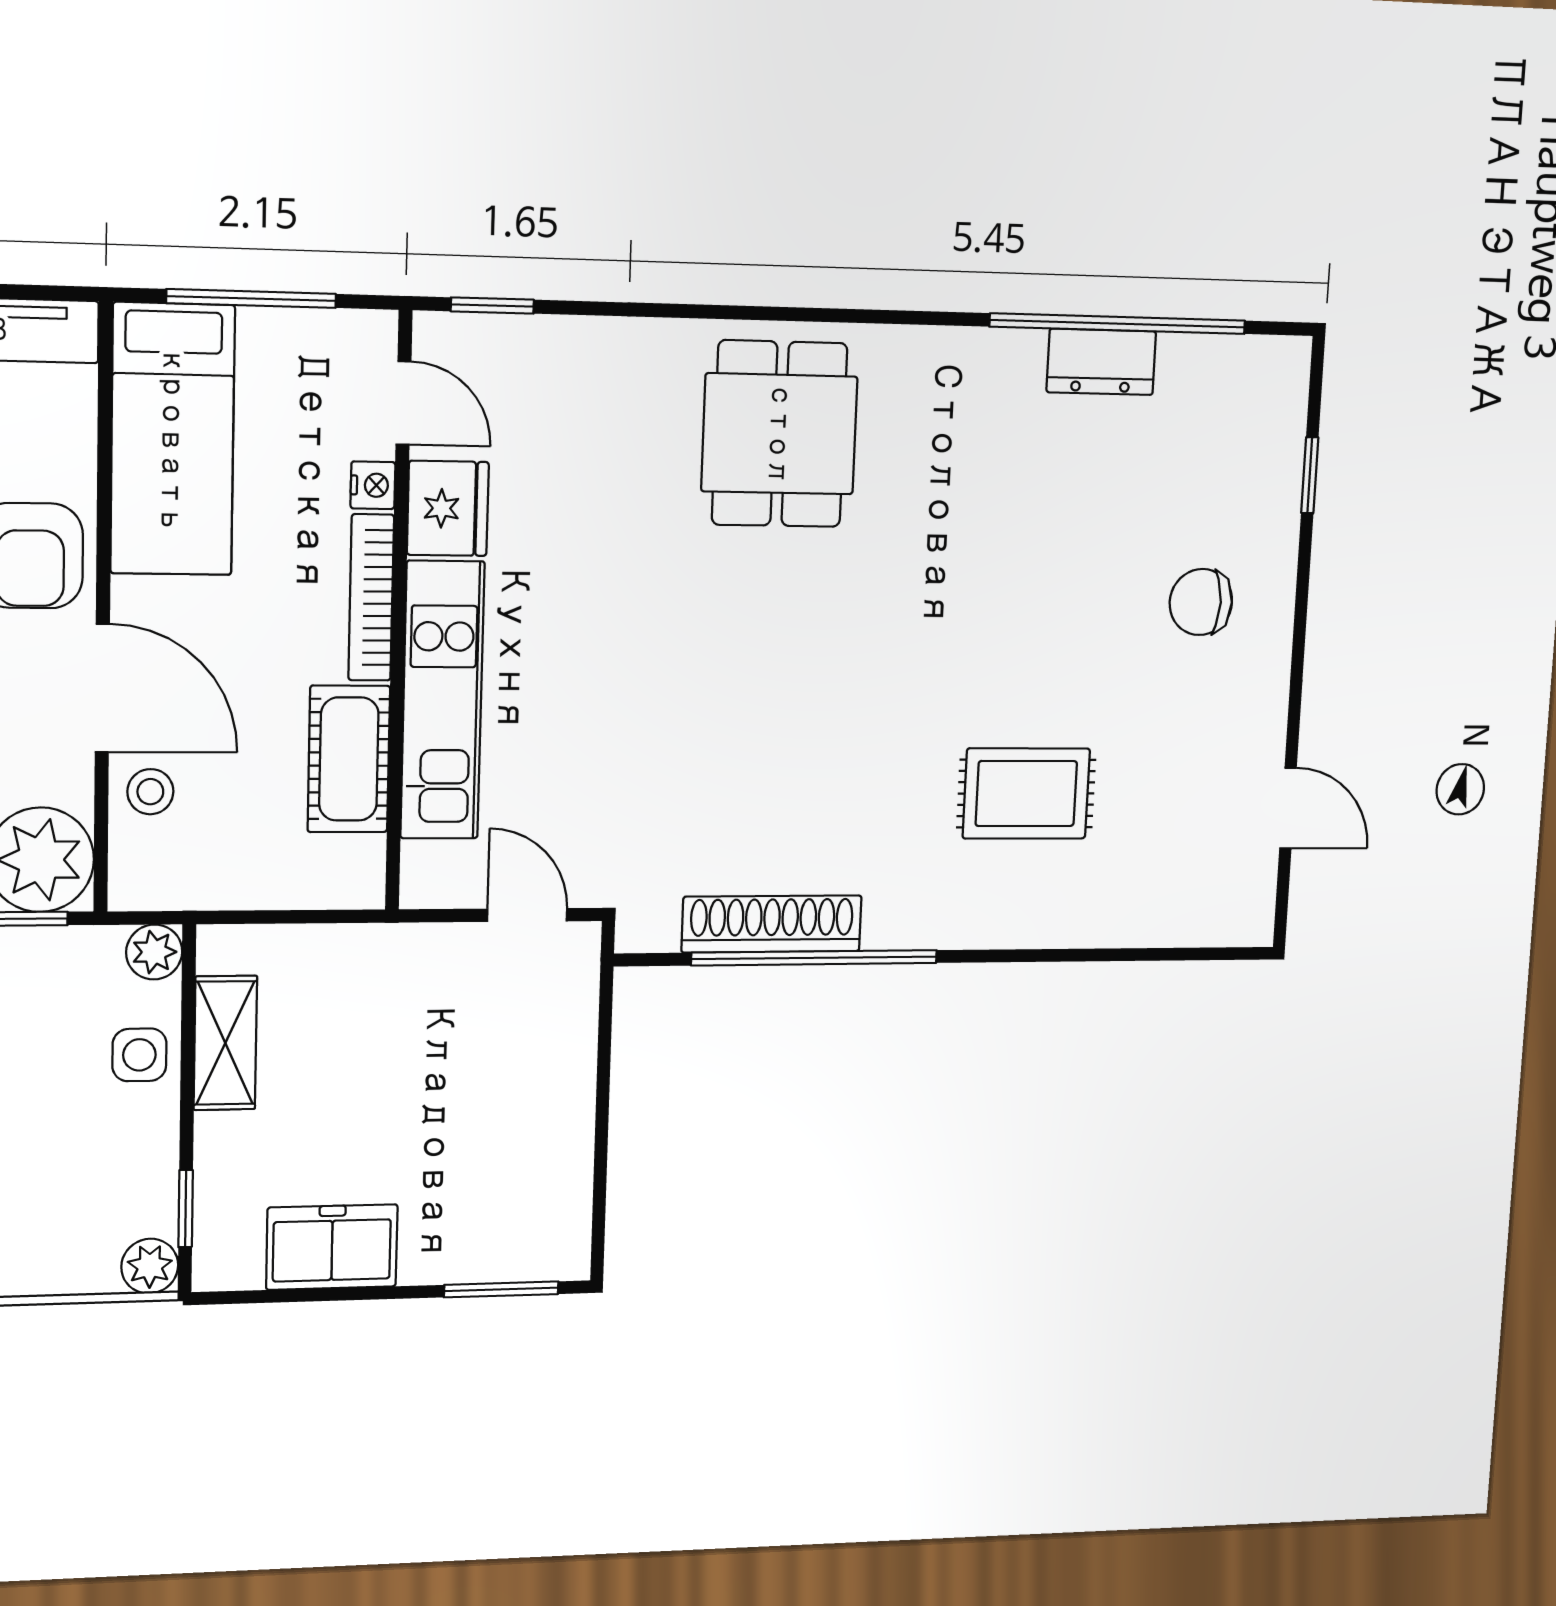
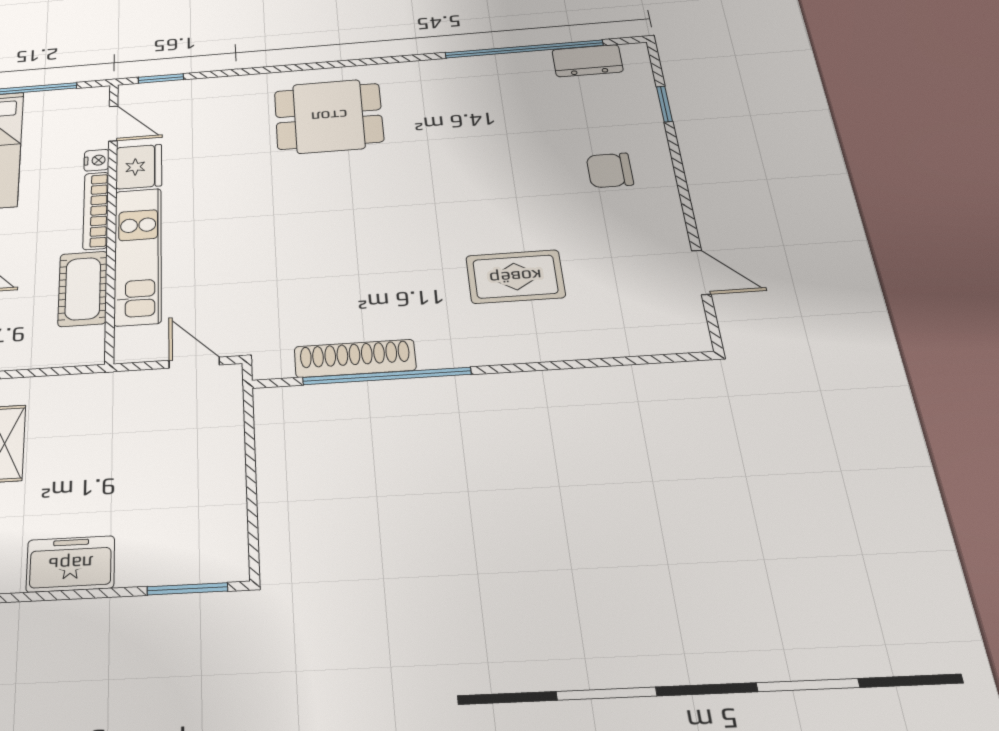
dresser: (1101, 362) -> (587, 61), moved
dining table: (780, 434) -> (329, 116), turned 90

